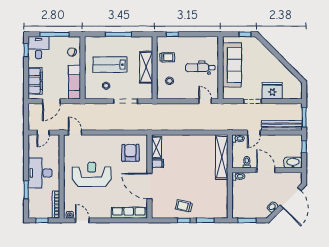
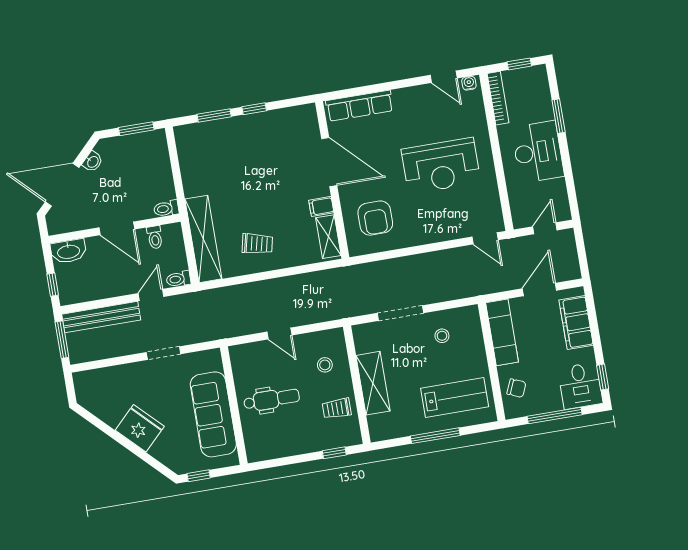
lab bench: (110, 65) -> (455, 398), moved
fridge: (272, 91) -> (140, 428), moved, turned -135
door: (205, 101) -> (279, 333), moved
door: (290, 198) -> (62, 185), hinge flipped
trolley: (184, 206) -> (257, 244), moved

